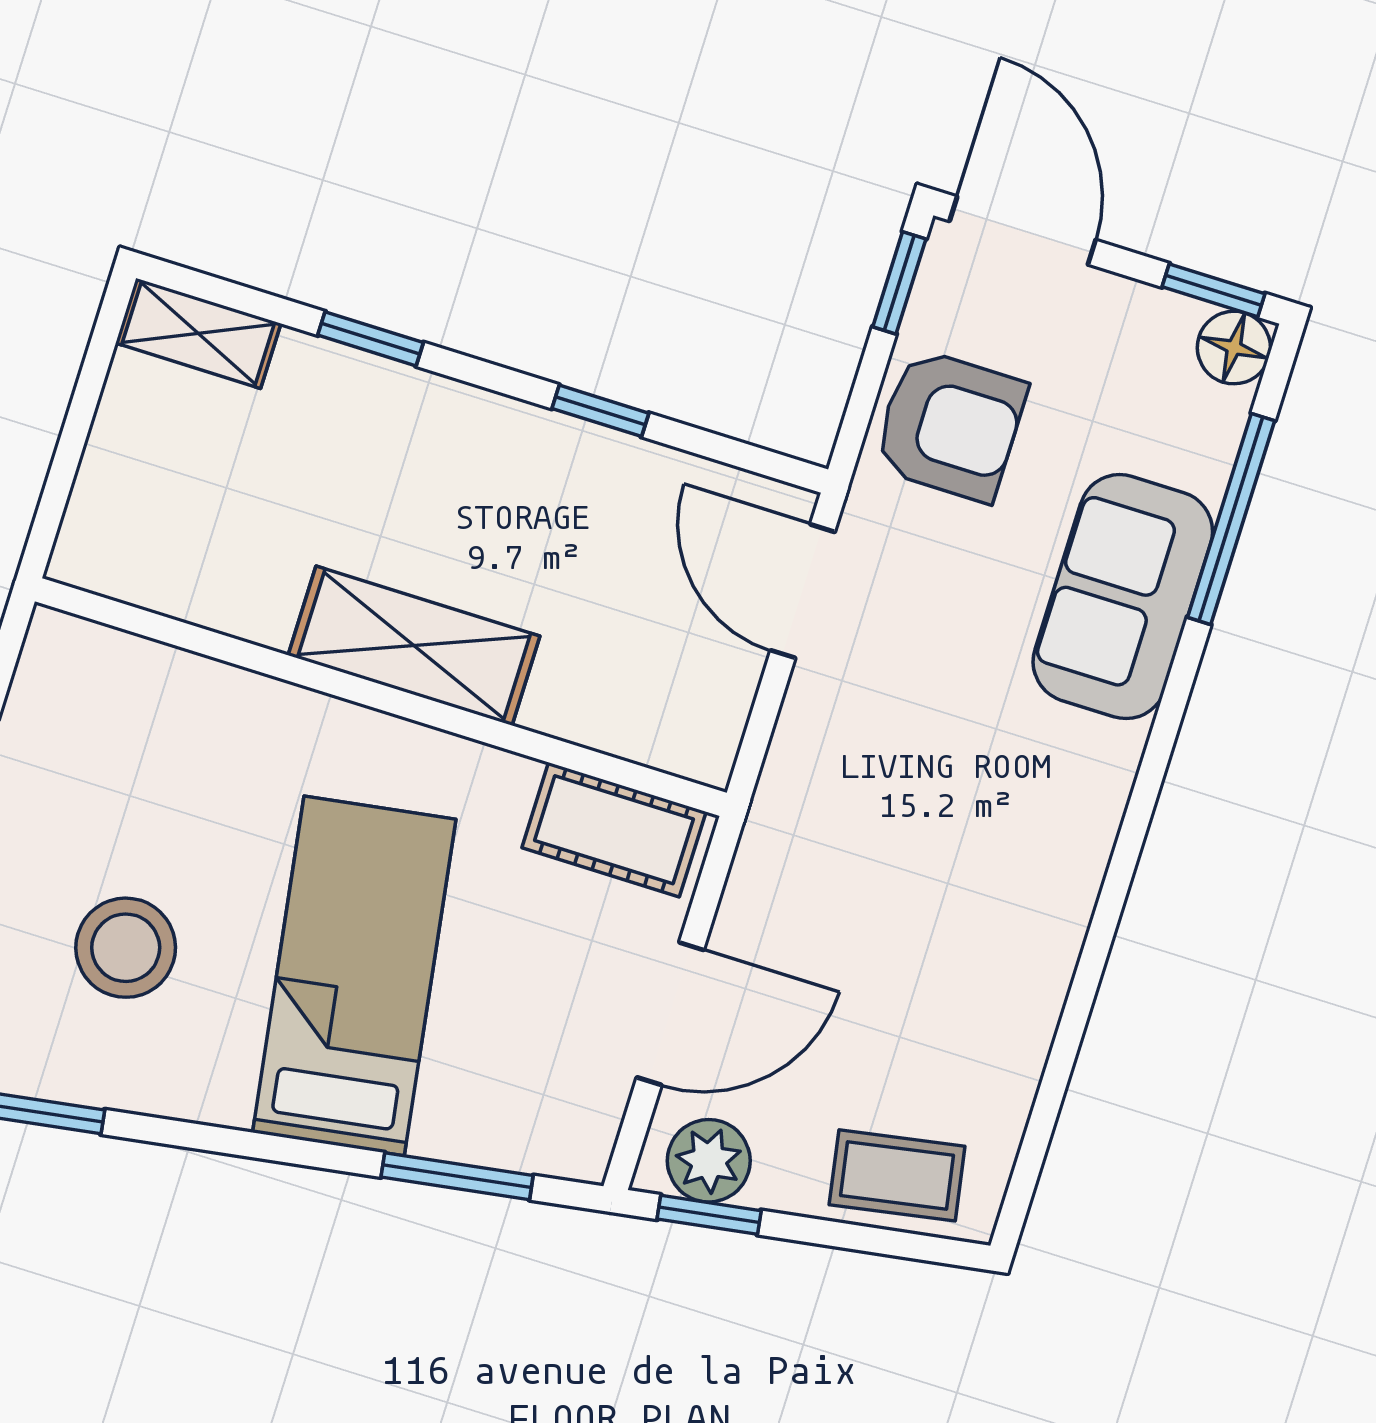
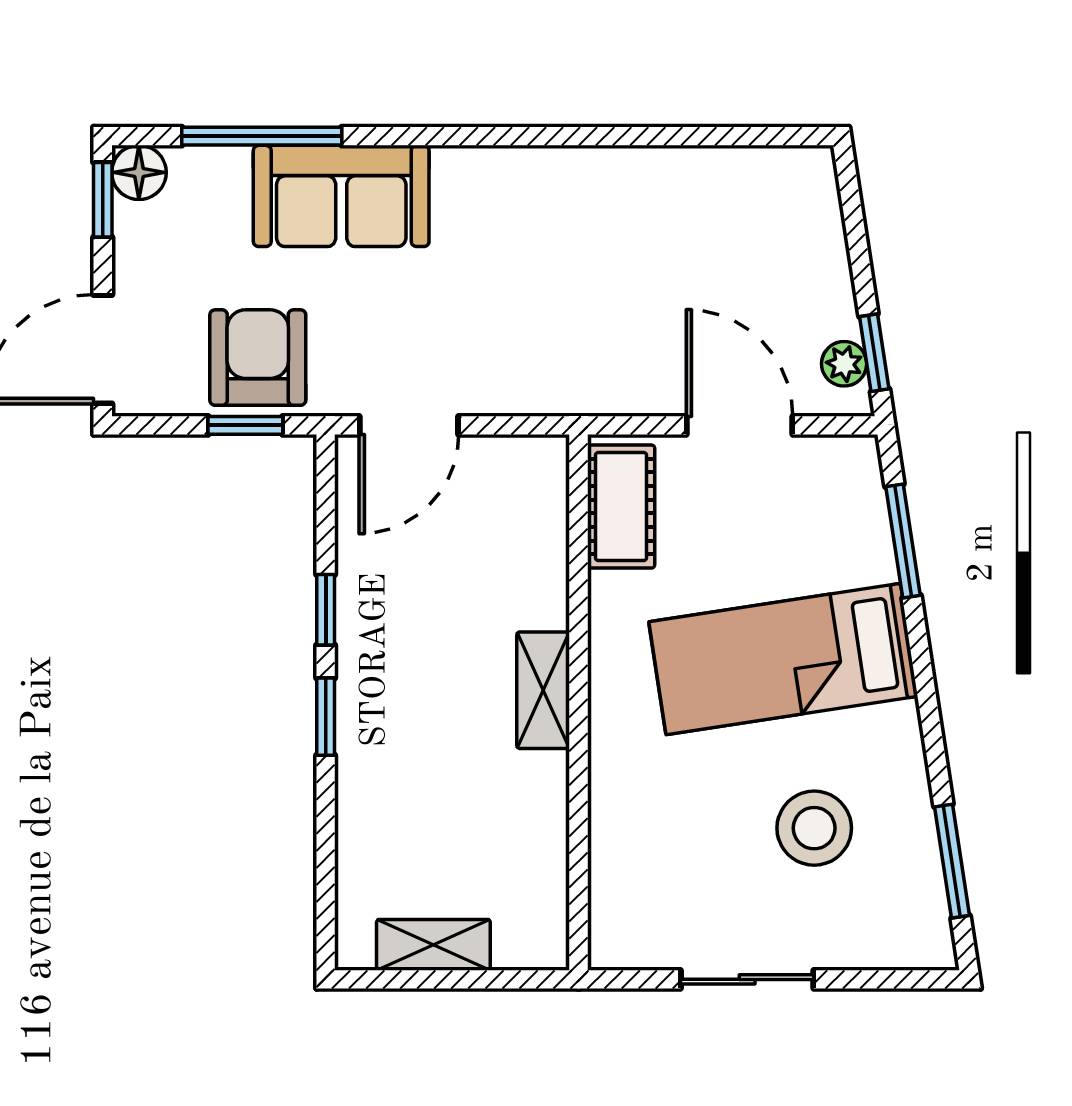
window: (899, 283) -> (245, 425), moved
shelving: (198, 333) -> (433, 945), moved, turned 90
window: (370, 339) -> (326, 717), moved
shelving: (414, 646) -> (543, 690), width x0.67, depth x0.75
plant: (709, 1161) -> (844, 364), width x0.73, depth x0.73
coffee table: (897, 1175) -> (804, 228), removed

